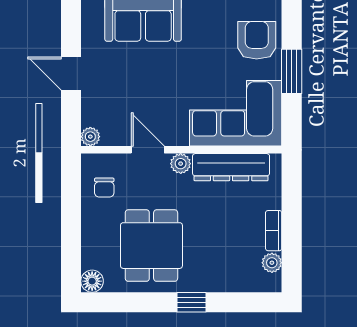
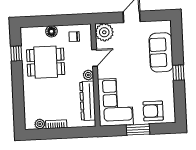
armchair: (257, 40) -> (153, 111), turned 180
plant: (90, 137) -> (104, 32), width x1.88, depth x1.88
floor lamp: (92, 281) -> (51, 31), moved
window: (192, 302) -> (16, 53), moved

